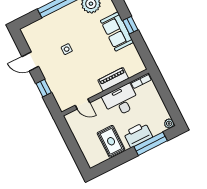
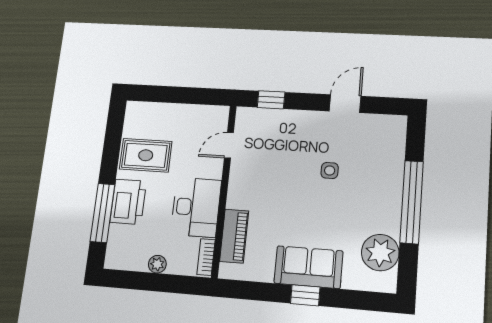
piano: (113, 79) -> (234, 236), moved
window: (44, 88) -> (271, 100), moved
plant: (169, 124) -> (157, 264), moved

